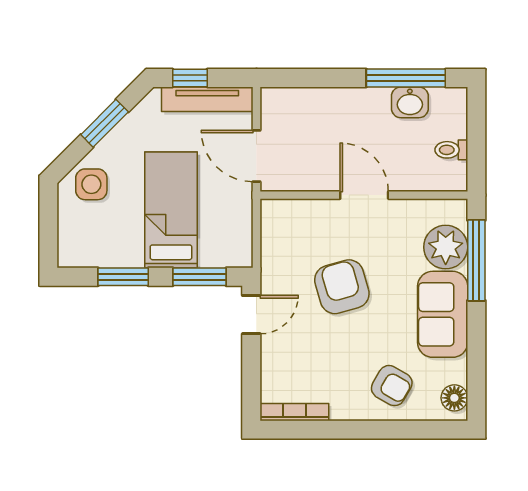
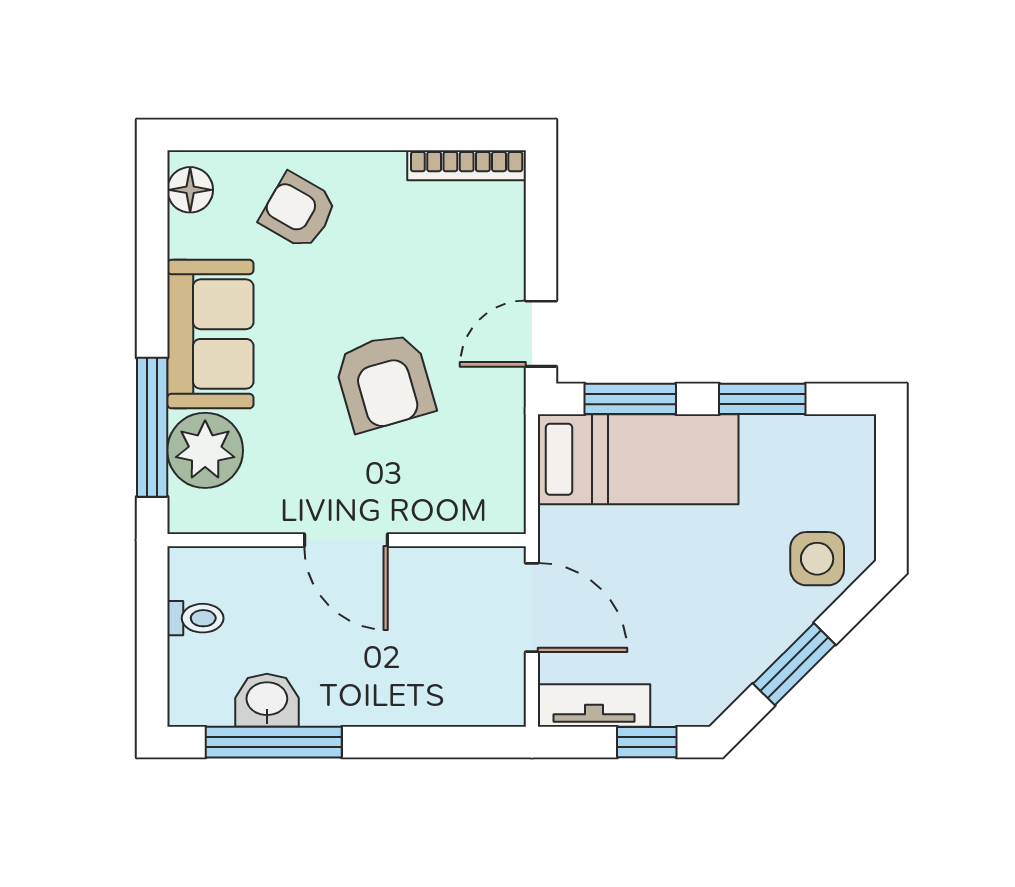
tv unit: (207, 99) -> (594, 706), width x0.71
bed: (171, 210) -> (638, 459), moved, turned -90

